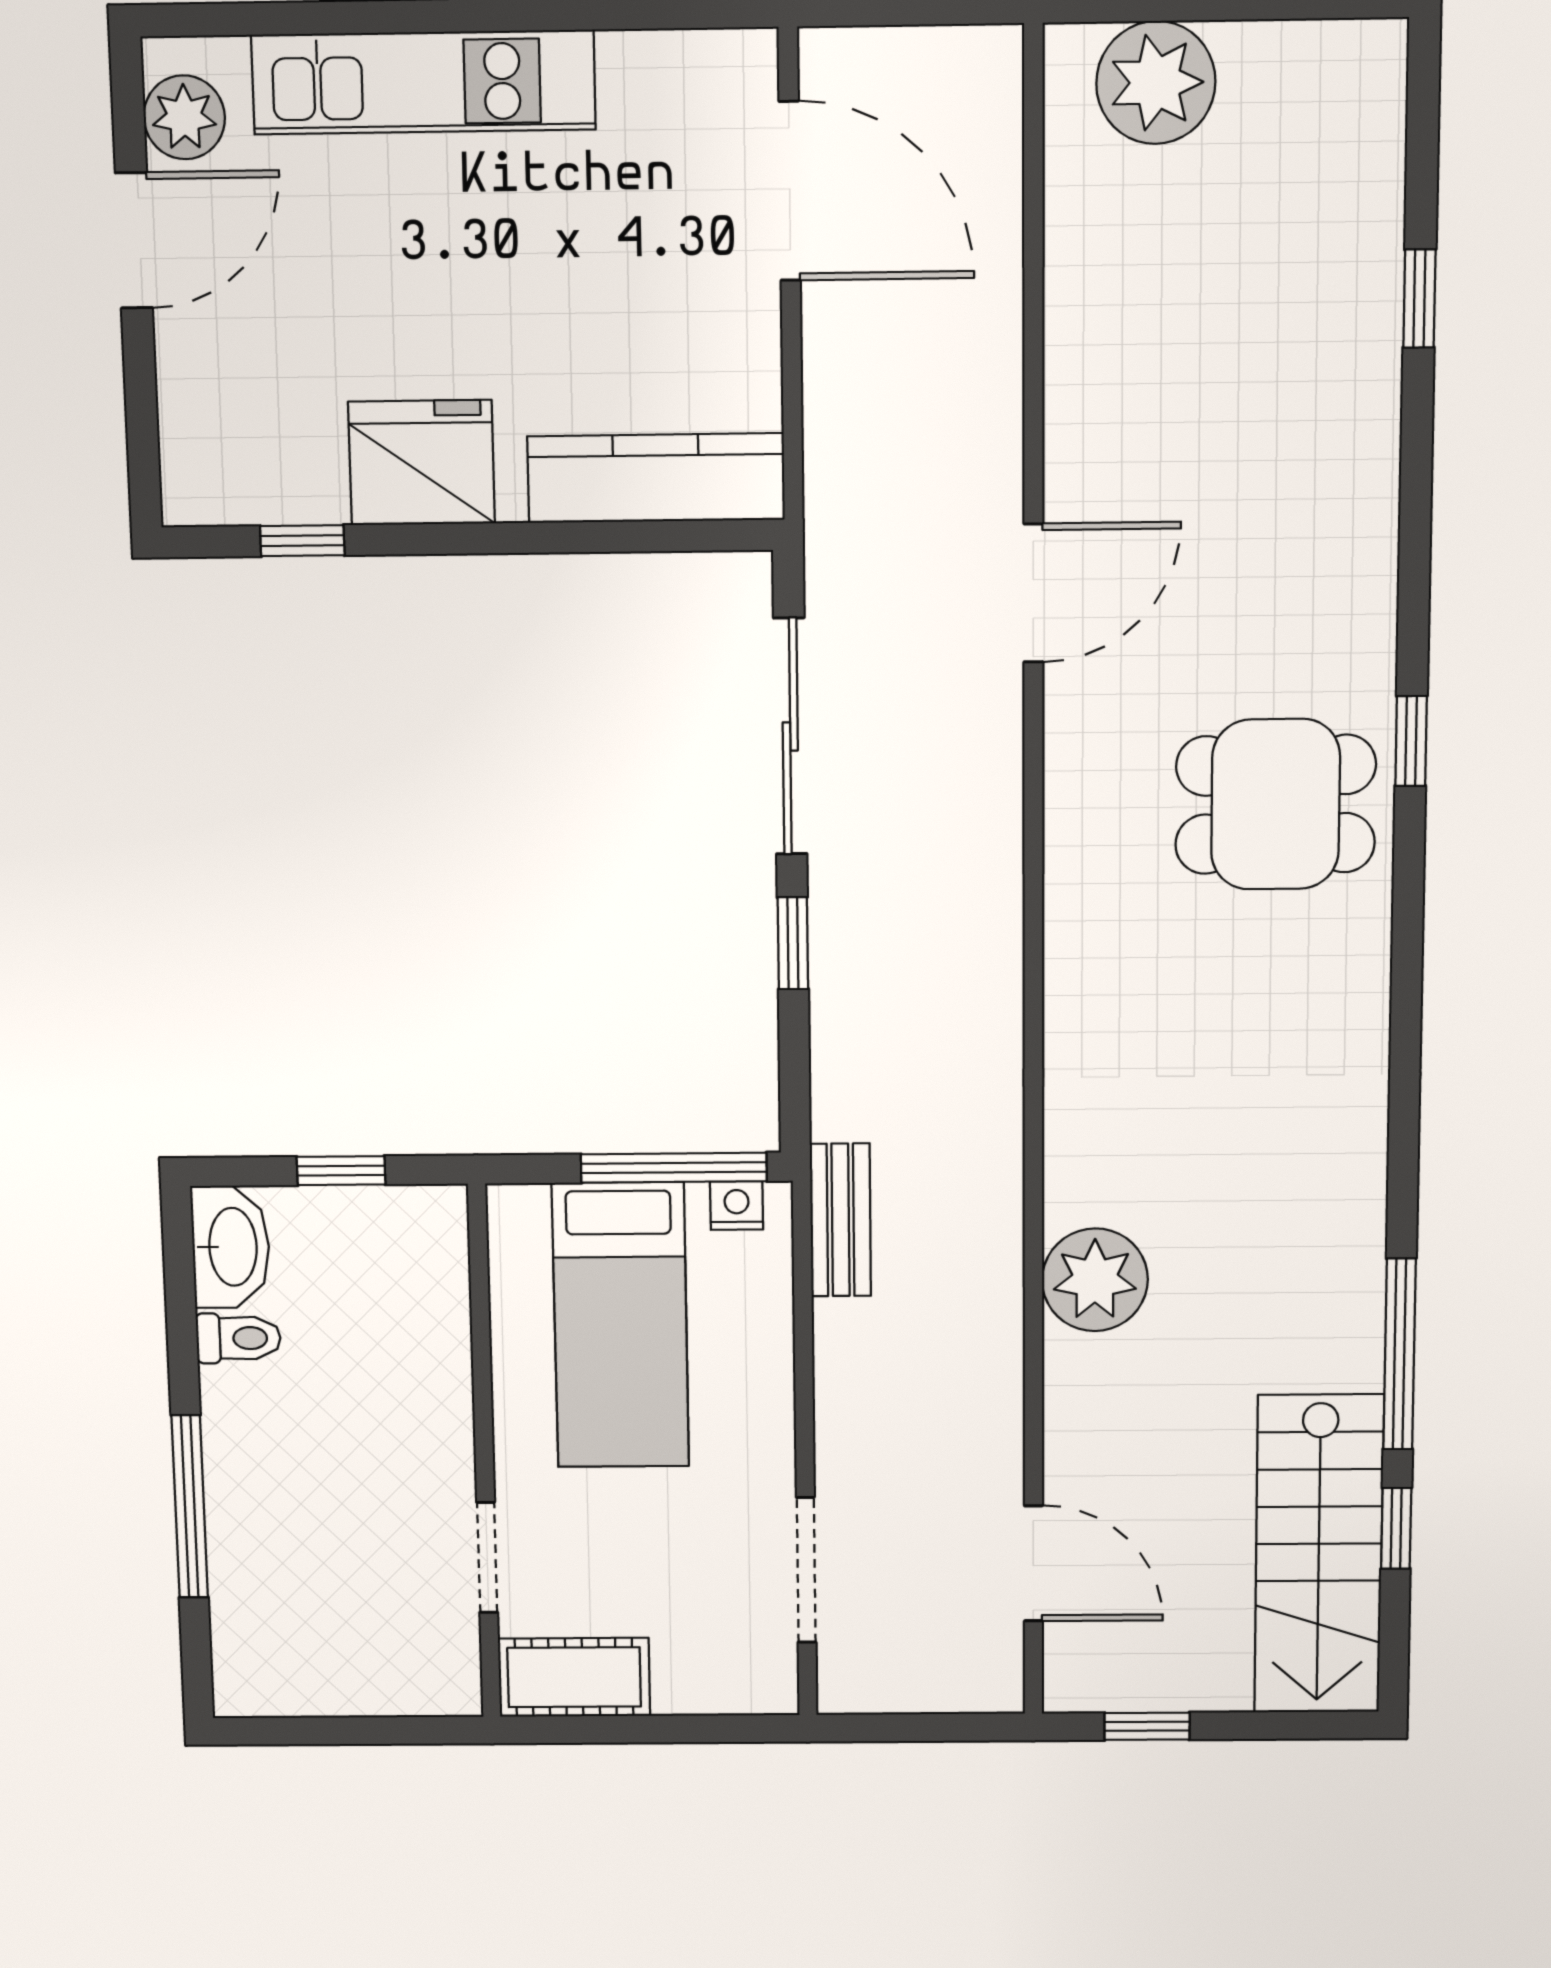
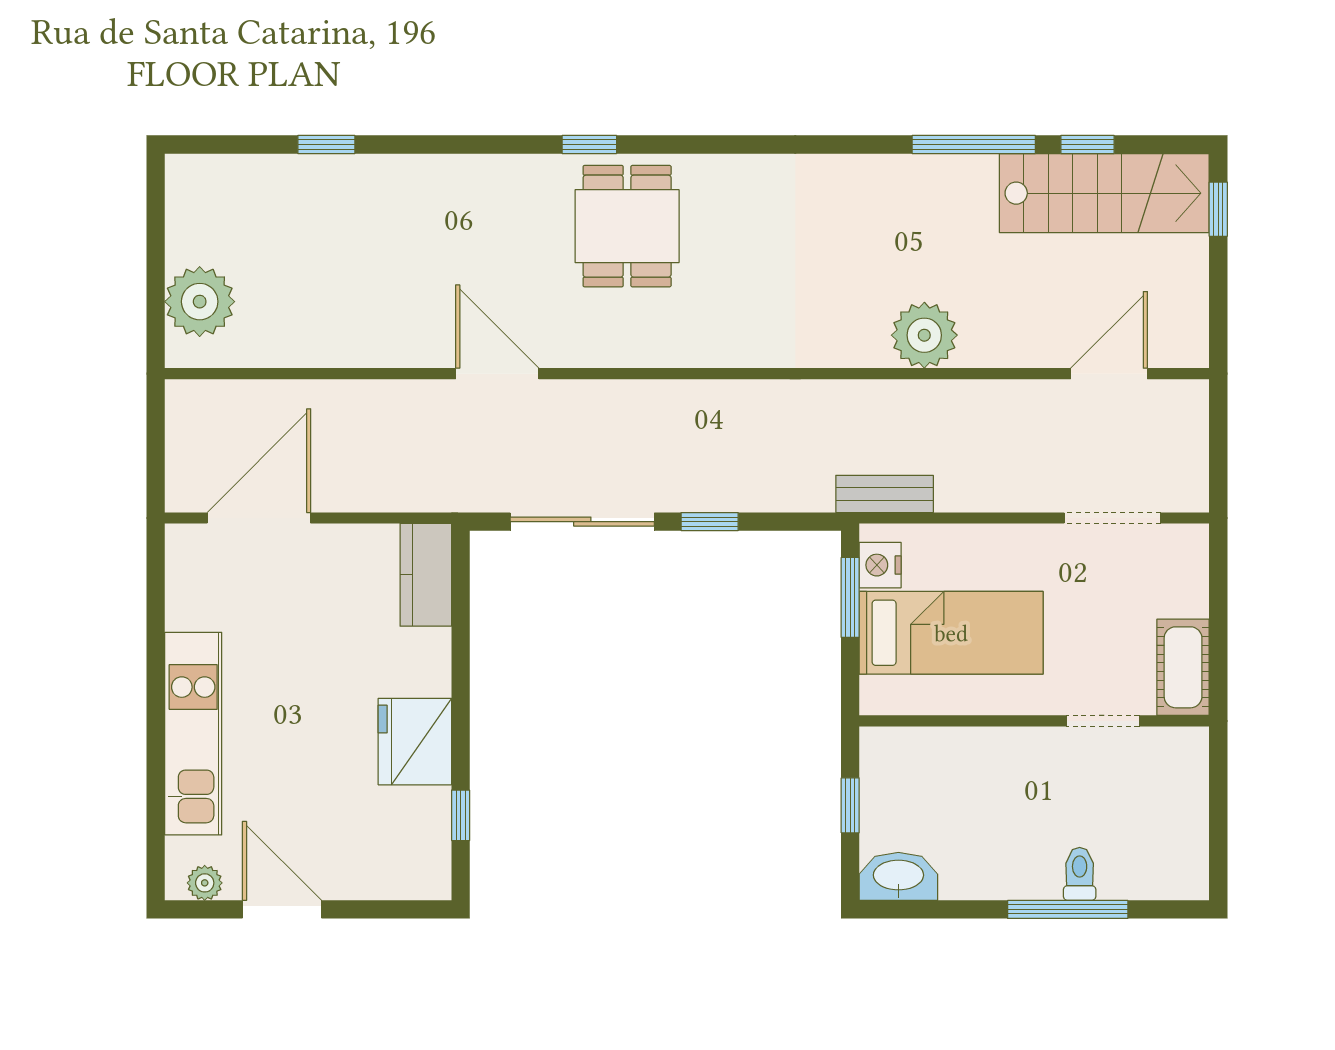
plant: (184, 117) -> (205, 883), width x0.73, depth x0.73
kitchen counter: (656, 478) -> (426, 575), width x0.67
window: (674, 1168) -> (850, 597), width x0.69
nightstand: (737, 1206) -> (880, 565), width x1.39, depth x1.35
toilet: (238, 1338) -> (1080, 874), moved
window: (1147, 1726) -> (1218, 209), moved

